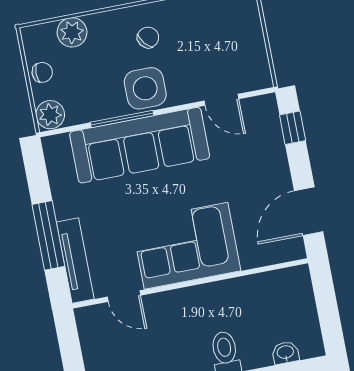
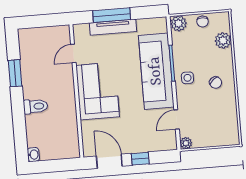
plant: (262, 79) -> (186, 143), added
side table: (145, 88) -> (187, 78), width x0.54, depth x0.54
window: (293, 128) -> (140, 159), moved
tv unit: (75, 261) -> (113, 27), moved
washbasin: (285, 353) -> (33, 155), moved

